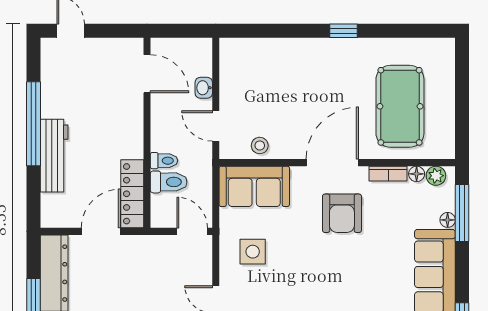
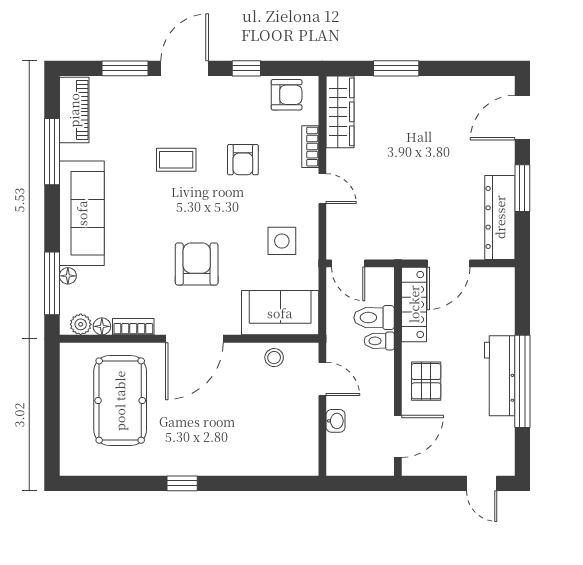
door: (147, 74) -> (398, 436), swing flipped
pallet: (121, 124) -> (426, 381), added
workbench: (54, 156) -> (500, 376), moved
armchair: (342, 213) -> (197, 264), moved

